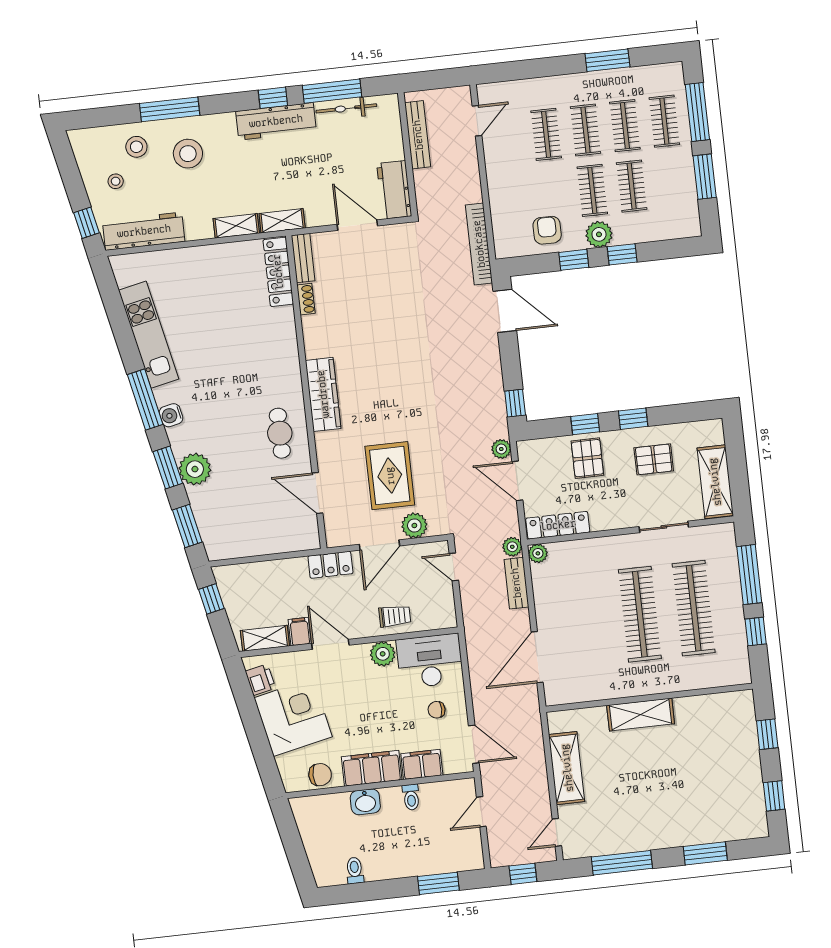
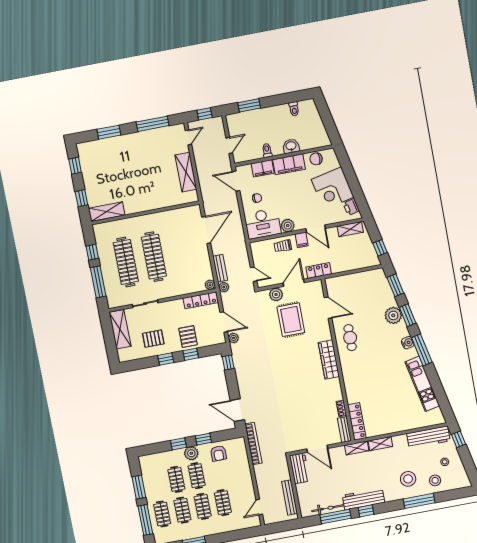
filing cabinet: (300, 631) -> (302, 240), moved
shelving: (641, 715) -> (107, 212), moved

